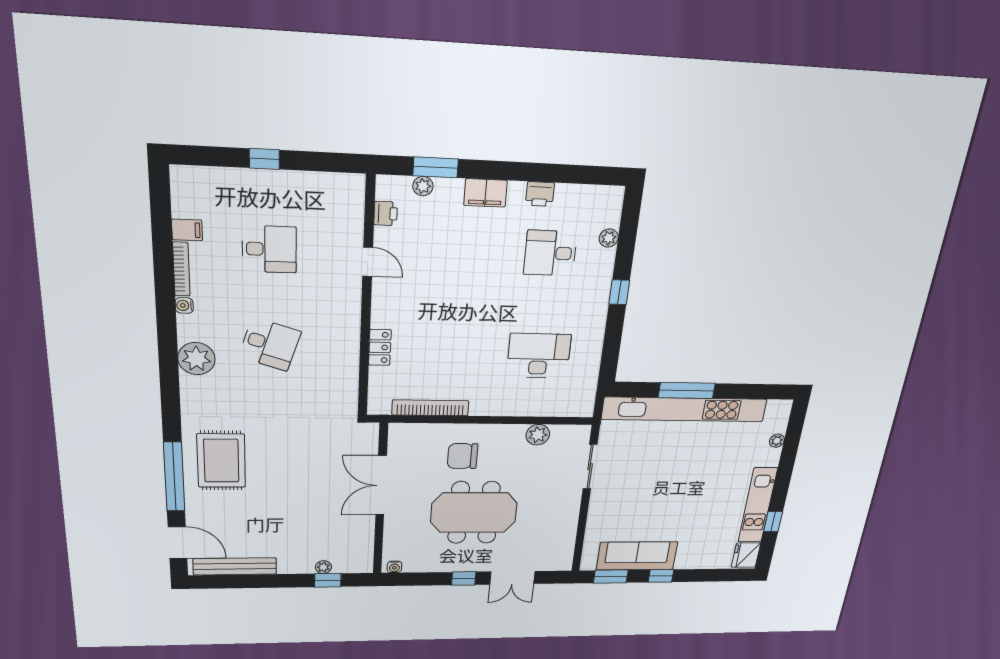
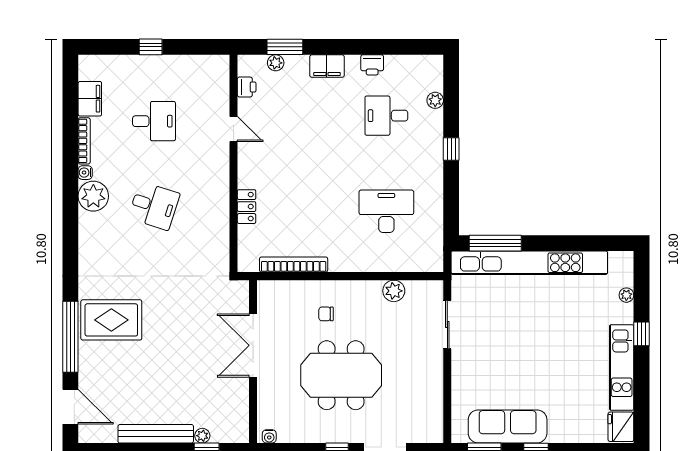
filing cabinet: (187, 230) -> (90, 99), width x2.00
plant: (196, 359) -> (93, 196), moved
window: (687, 390) -> (495, 243), moved
chair: (463, 456) -> (326, 314), width x0.54, depth x0.54
rug: (221, 461) -> (111, 320), turned 90
window: (773, 522) -> (641, 334), moved
bench: (235, 566) -> (156, 434), moved

